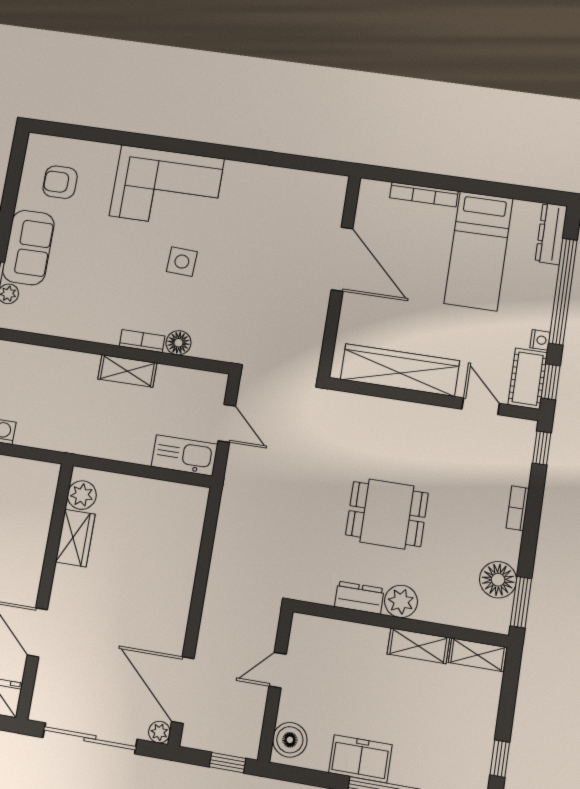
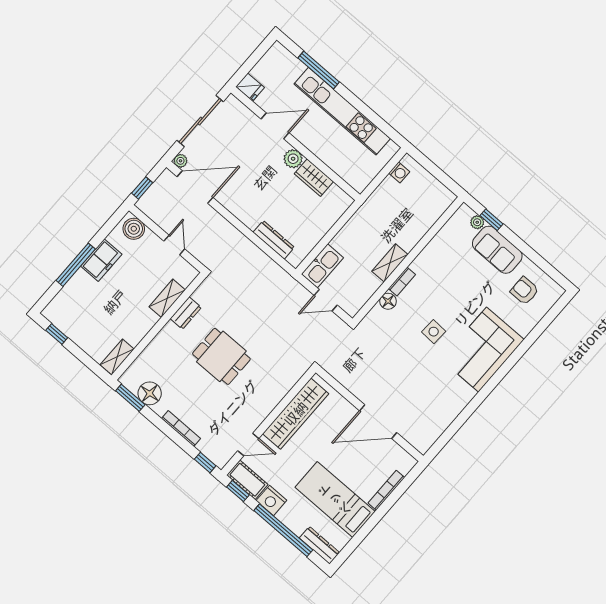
armchair: (60, 182) -> (525, 291), turned -90
nightstand: (540, 340) -> (271, 500), width x1.89, depth x1.79
plant: (82, 495) -> (293, 159), moved
bookcase: (518, 508) -> (181, 429), width x1.56
dining table: (387, 514) -> (221, 356), turned 90
dresser: (189, 540) -> (274, 240), added
plant: (401, 601) -> (170, 334), removed
shelving: (418, 646) -> (167, 298), moved

